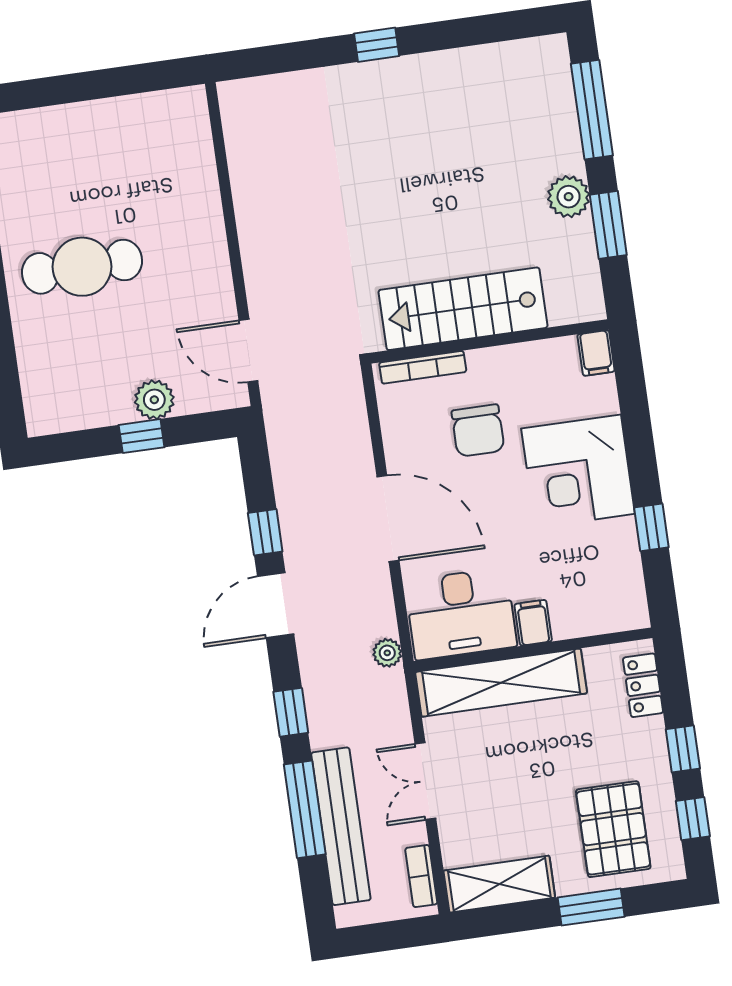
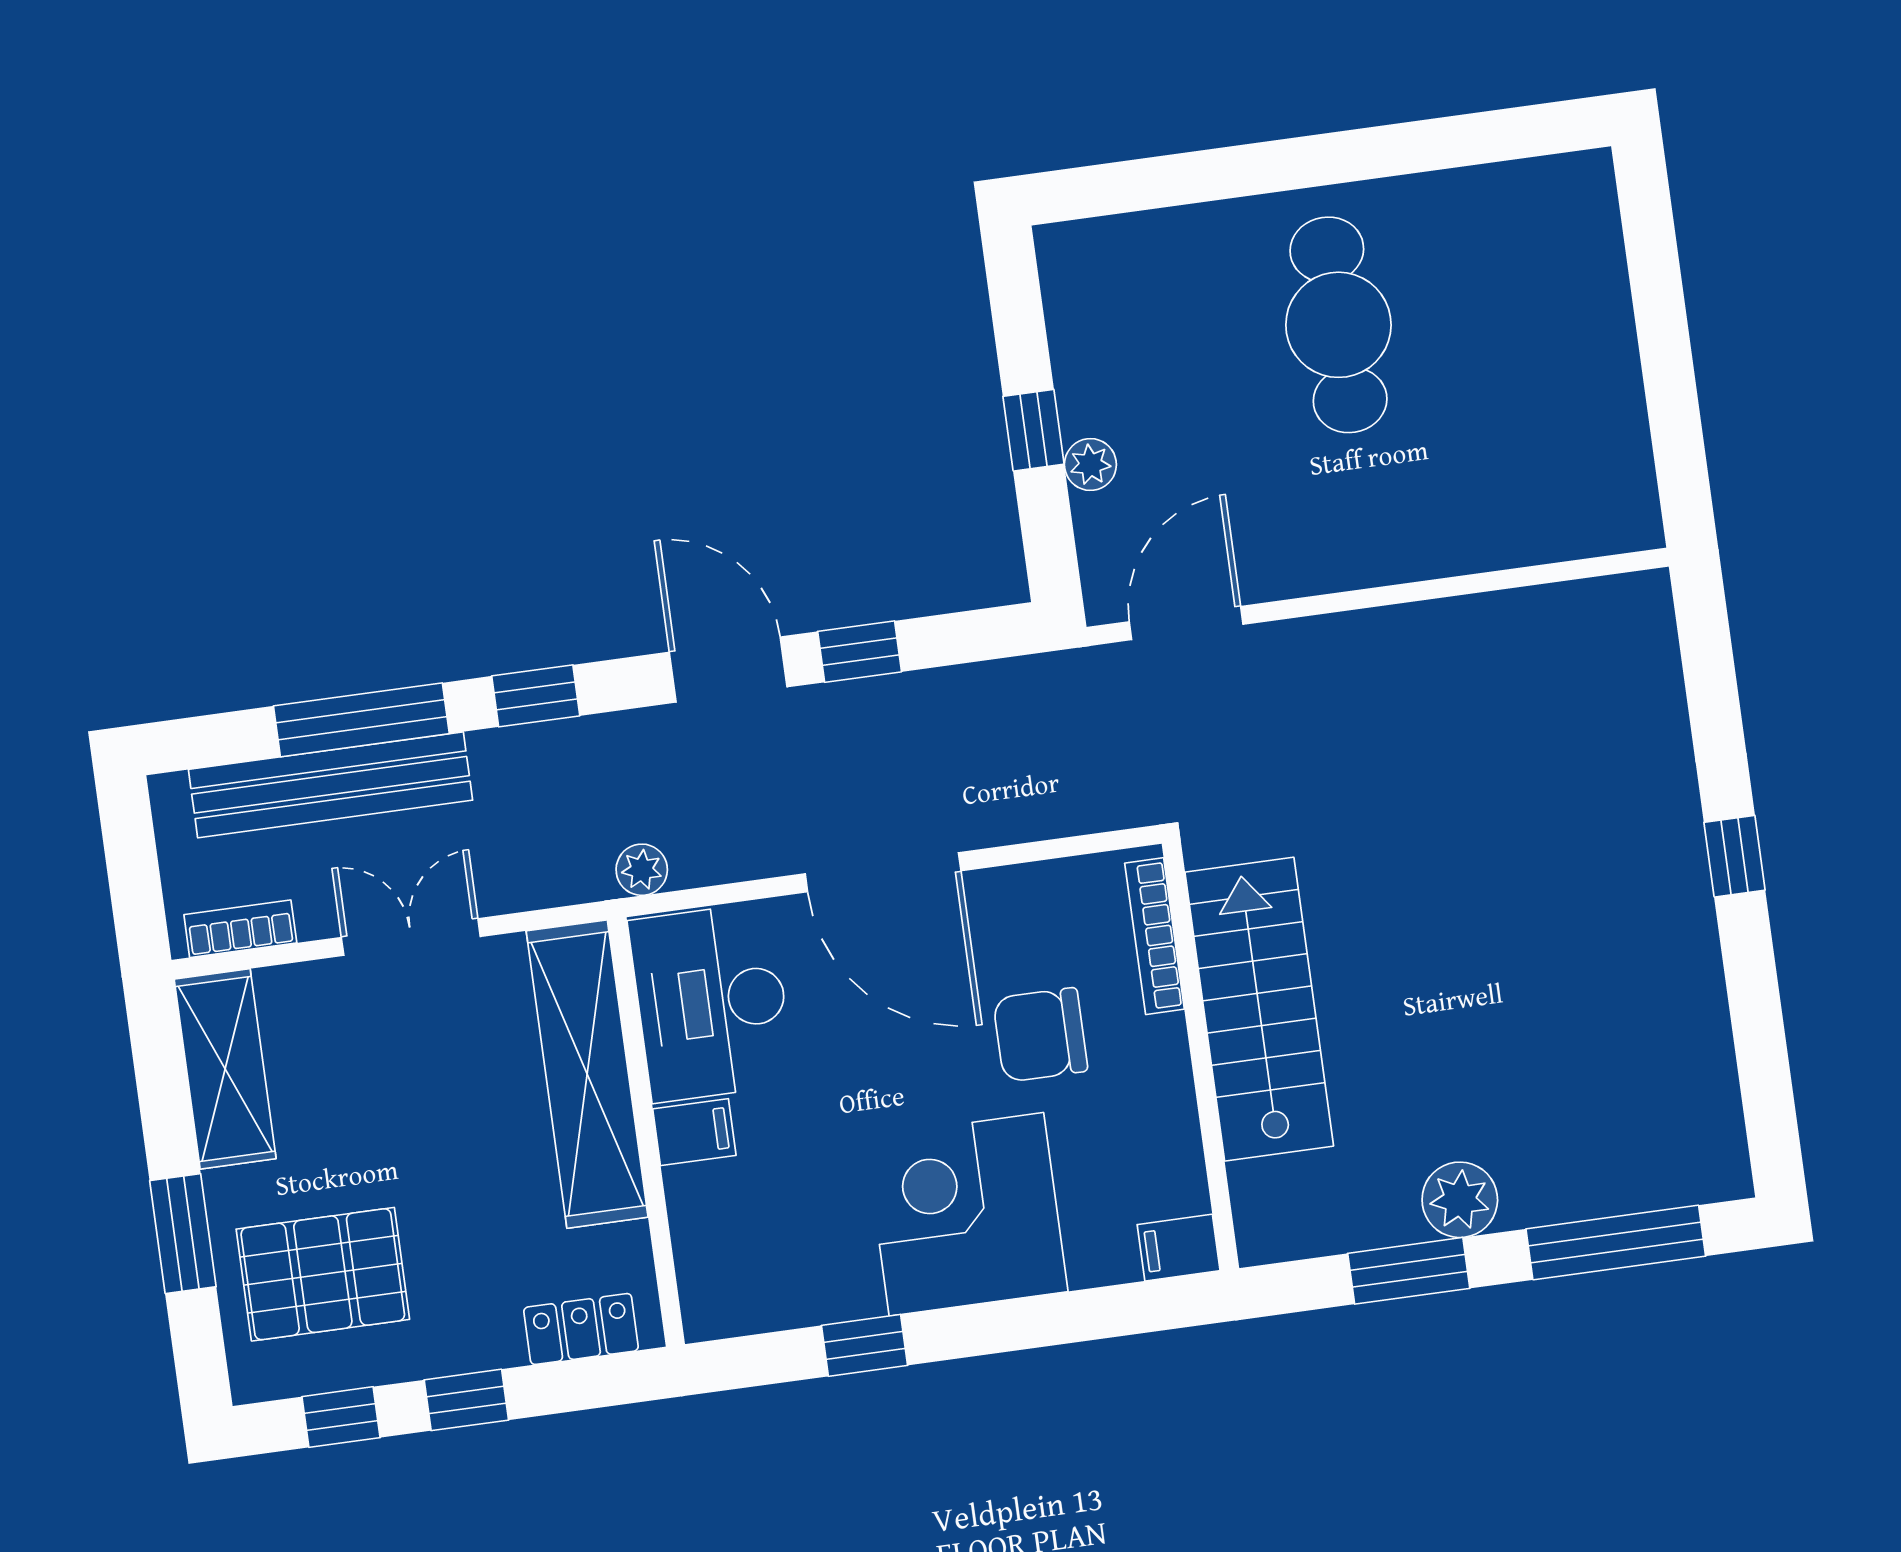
plant: (154, 400) -> (1090, 465), width x0.73, depth x0.73
door: (388, 519) -> (883, 872), hinge flipped

